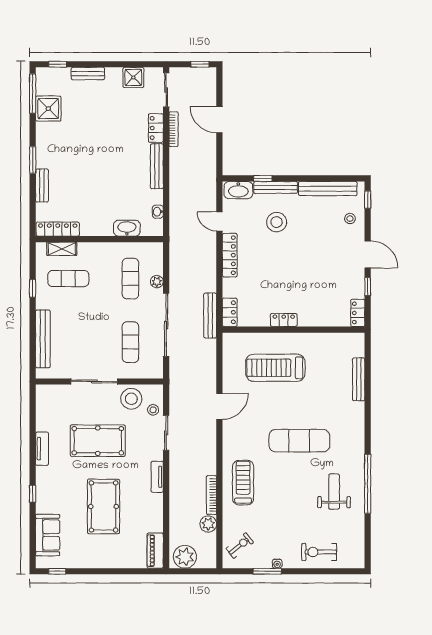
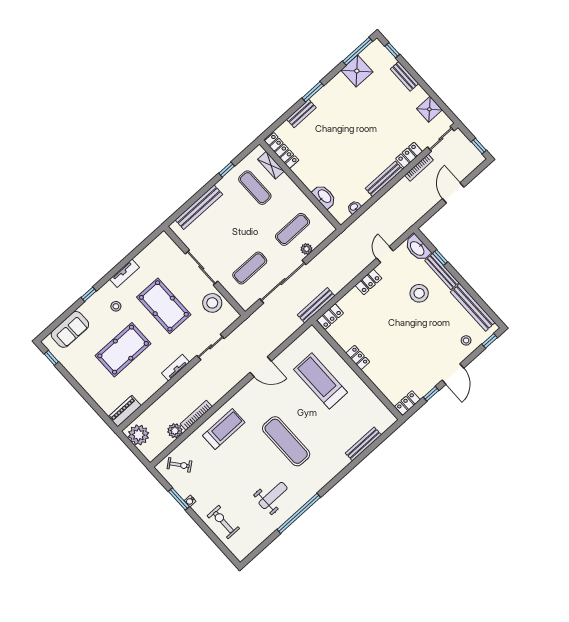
locker: (230, 255) -> (368, 282), width x0.66
stool: (153, 410) -> (116, 306), moved

